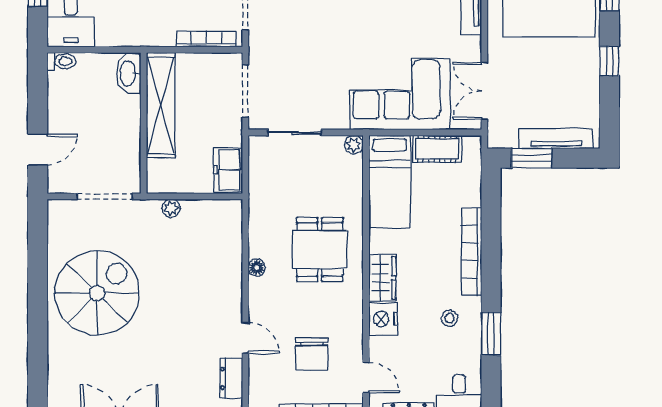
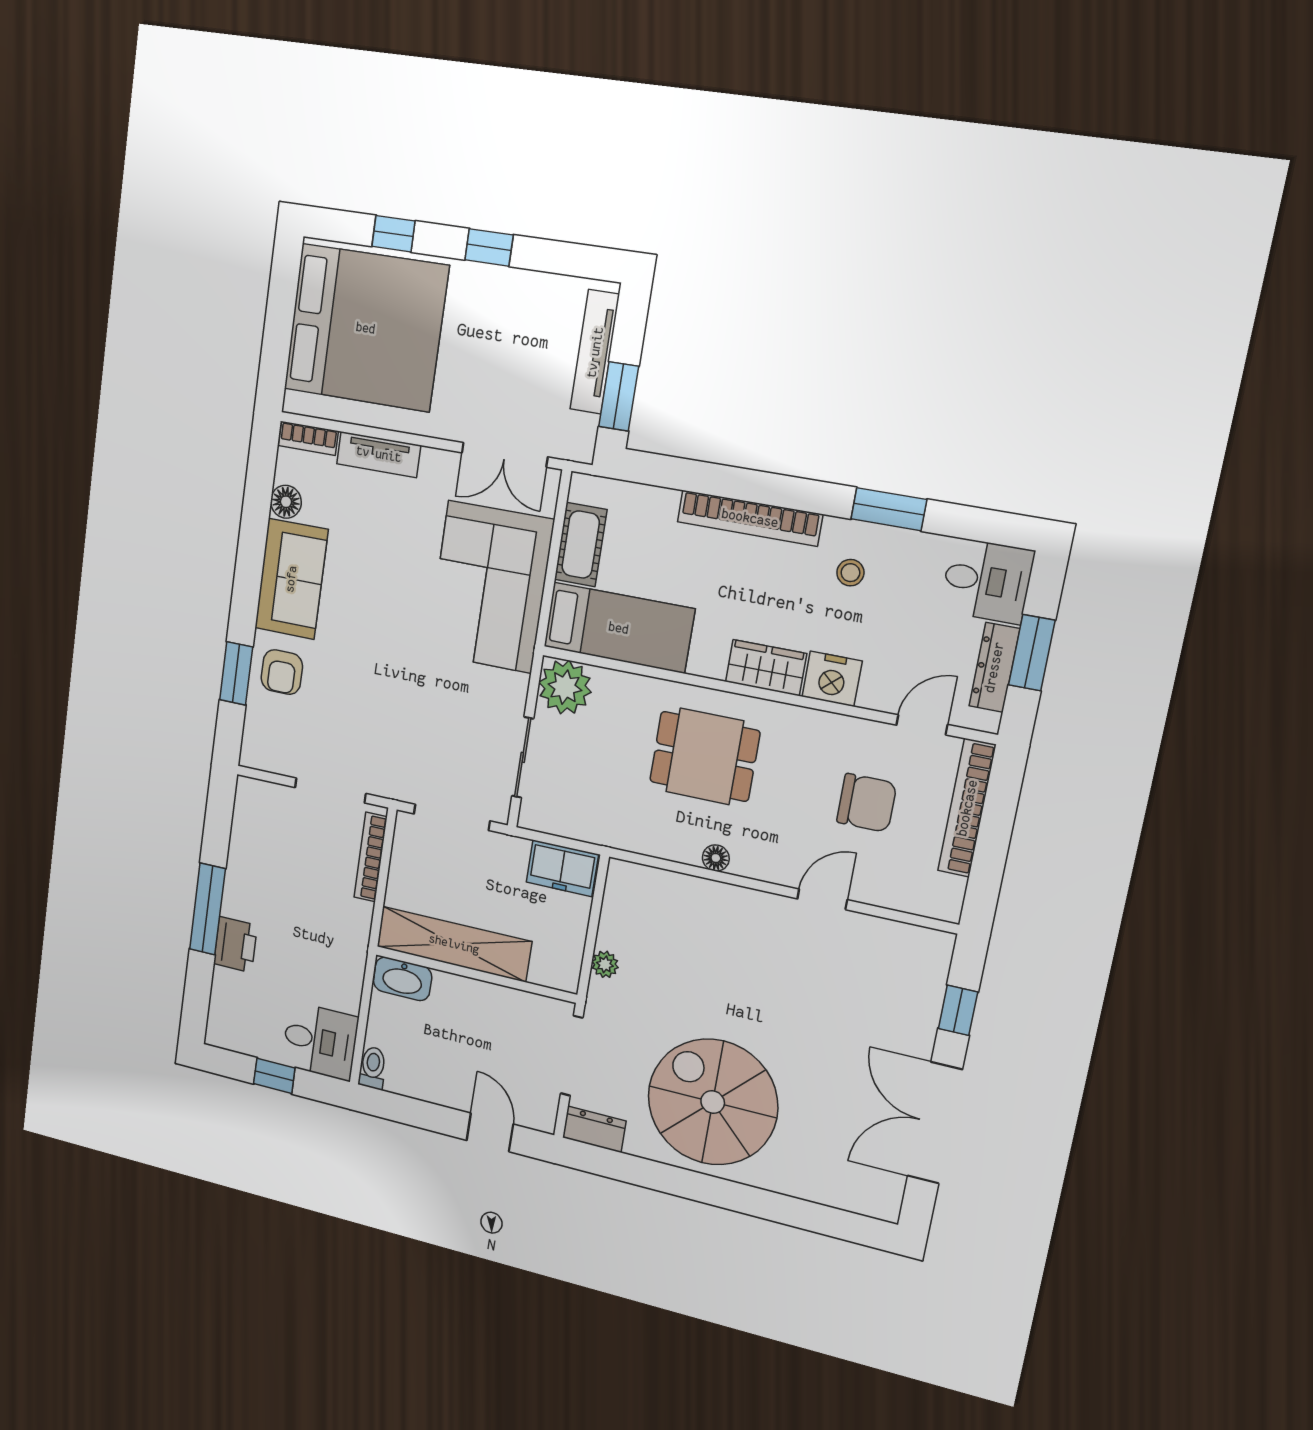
plant: (354, 145) -> (565, 687), width x1.88, depth x1.88
dresser: (231, 378) -> (594, 1129), moved, turned 180

